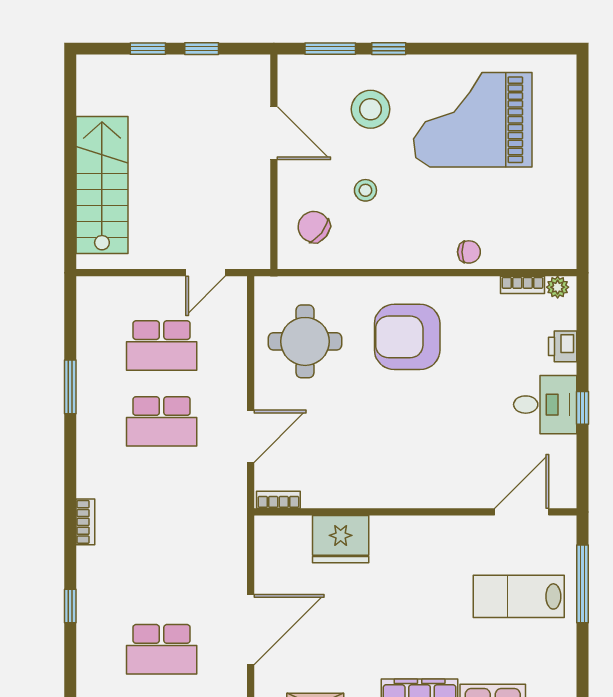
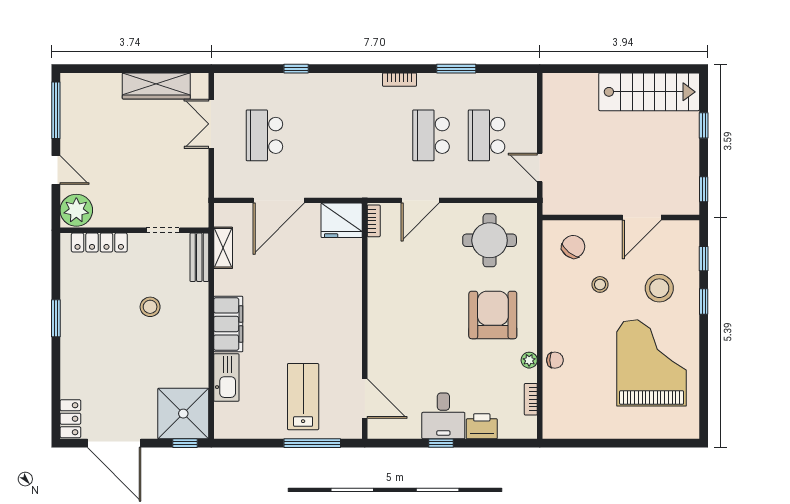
window: (202, 49) -> (704, 189), moved
window: (330, 49) -> (704, 259), width x0.67
stairs: (102, 185) -> (649, 92), moved
chair: (469, 252) -> (555, 360), turned -90
plant: (558, 287) -> (529, 360), moved
printer: (563, 346) -> (482, 426), width x1.36, depth x1.24
door: (251, 436) -> (420, 200), hinge flipped
bookcase: (85, 522) -> (399, 80), moved
fridge: (341, 539) -> (342, 220), moved, turned -90
door: (251, 630) -> (279, 200), hinge flipped

